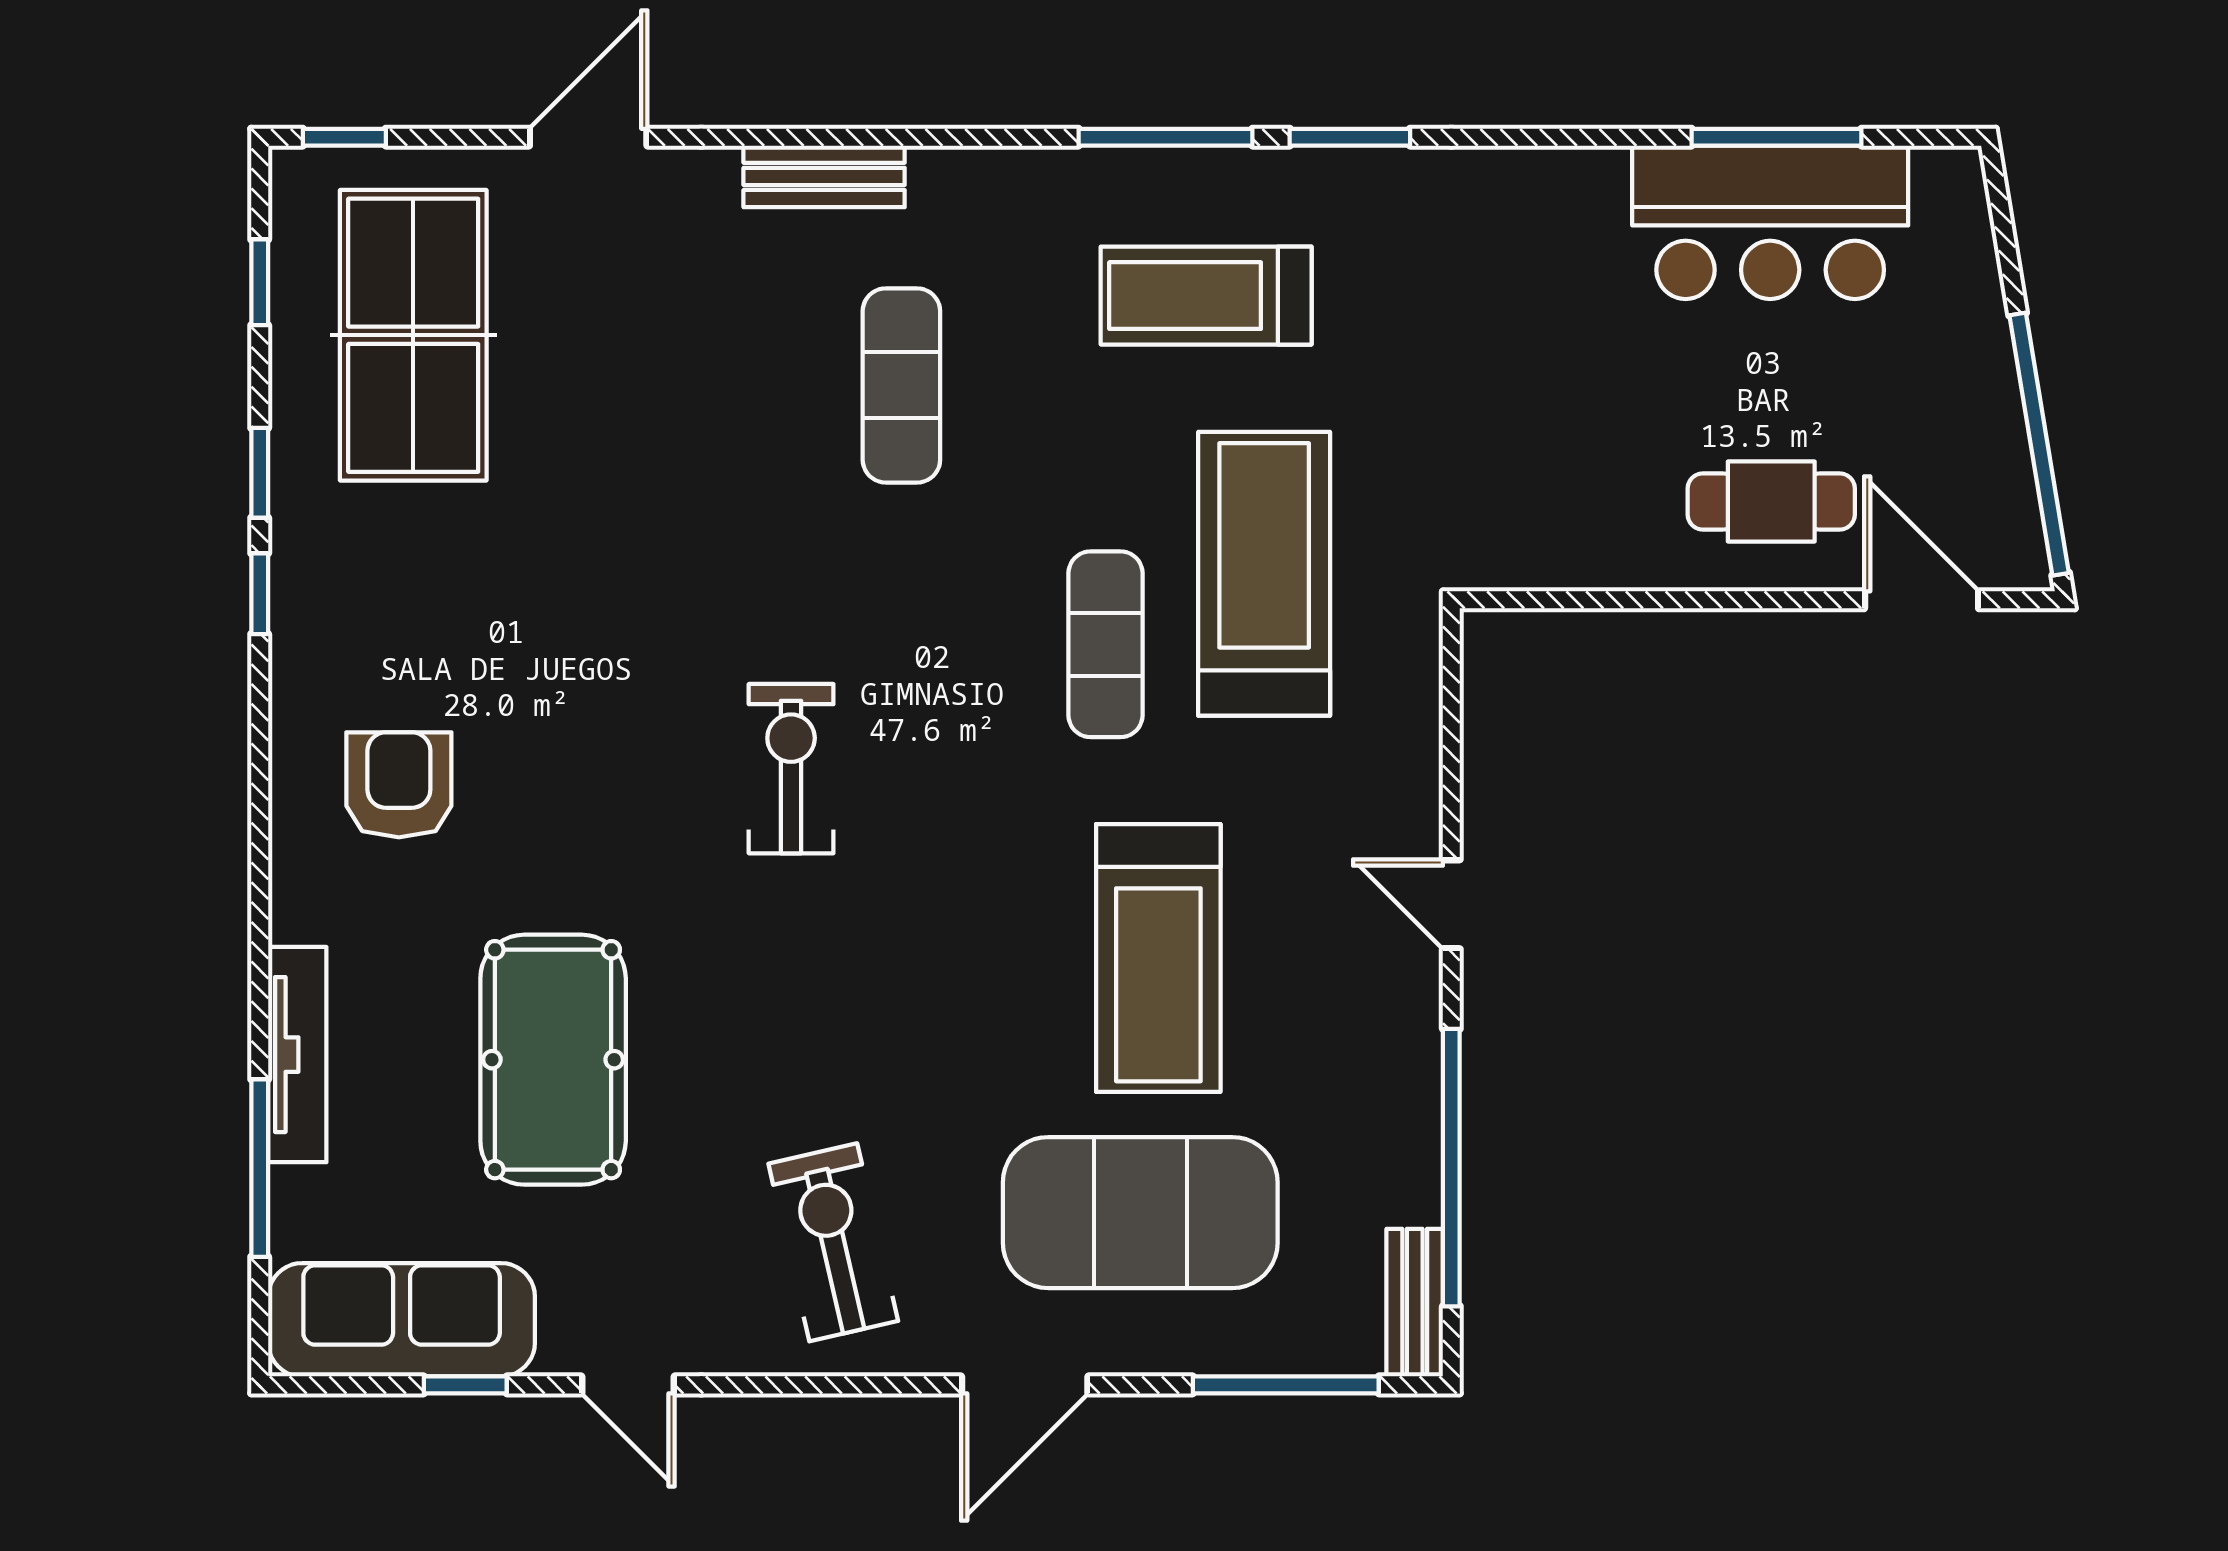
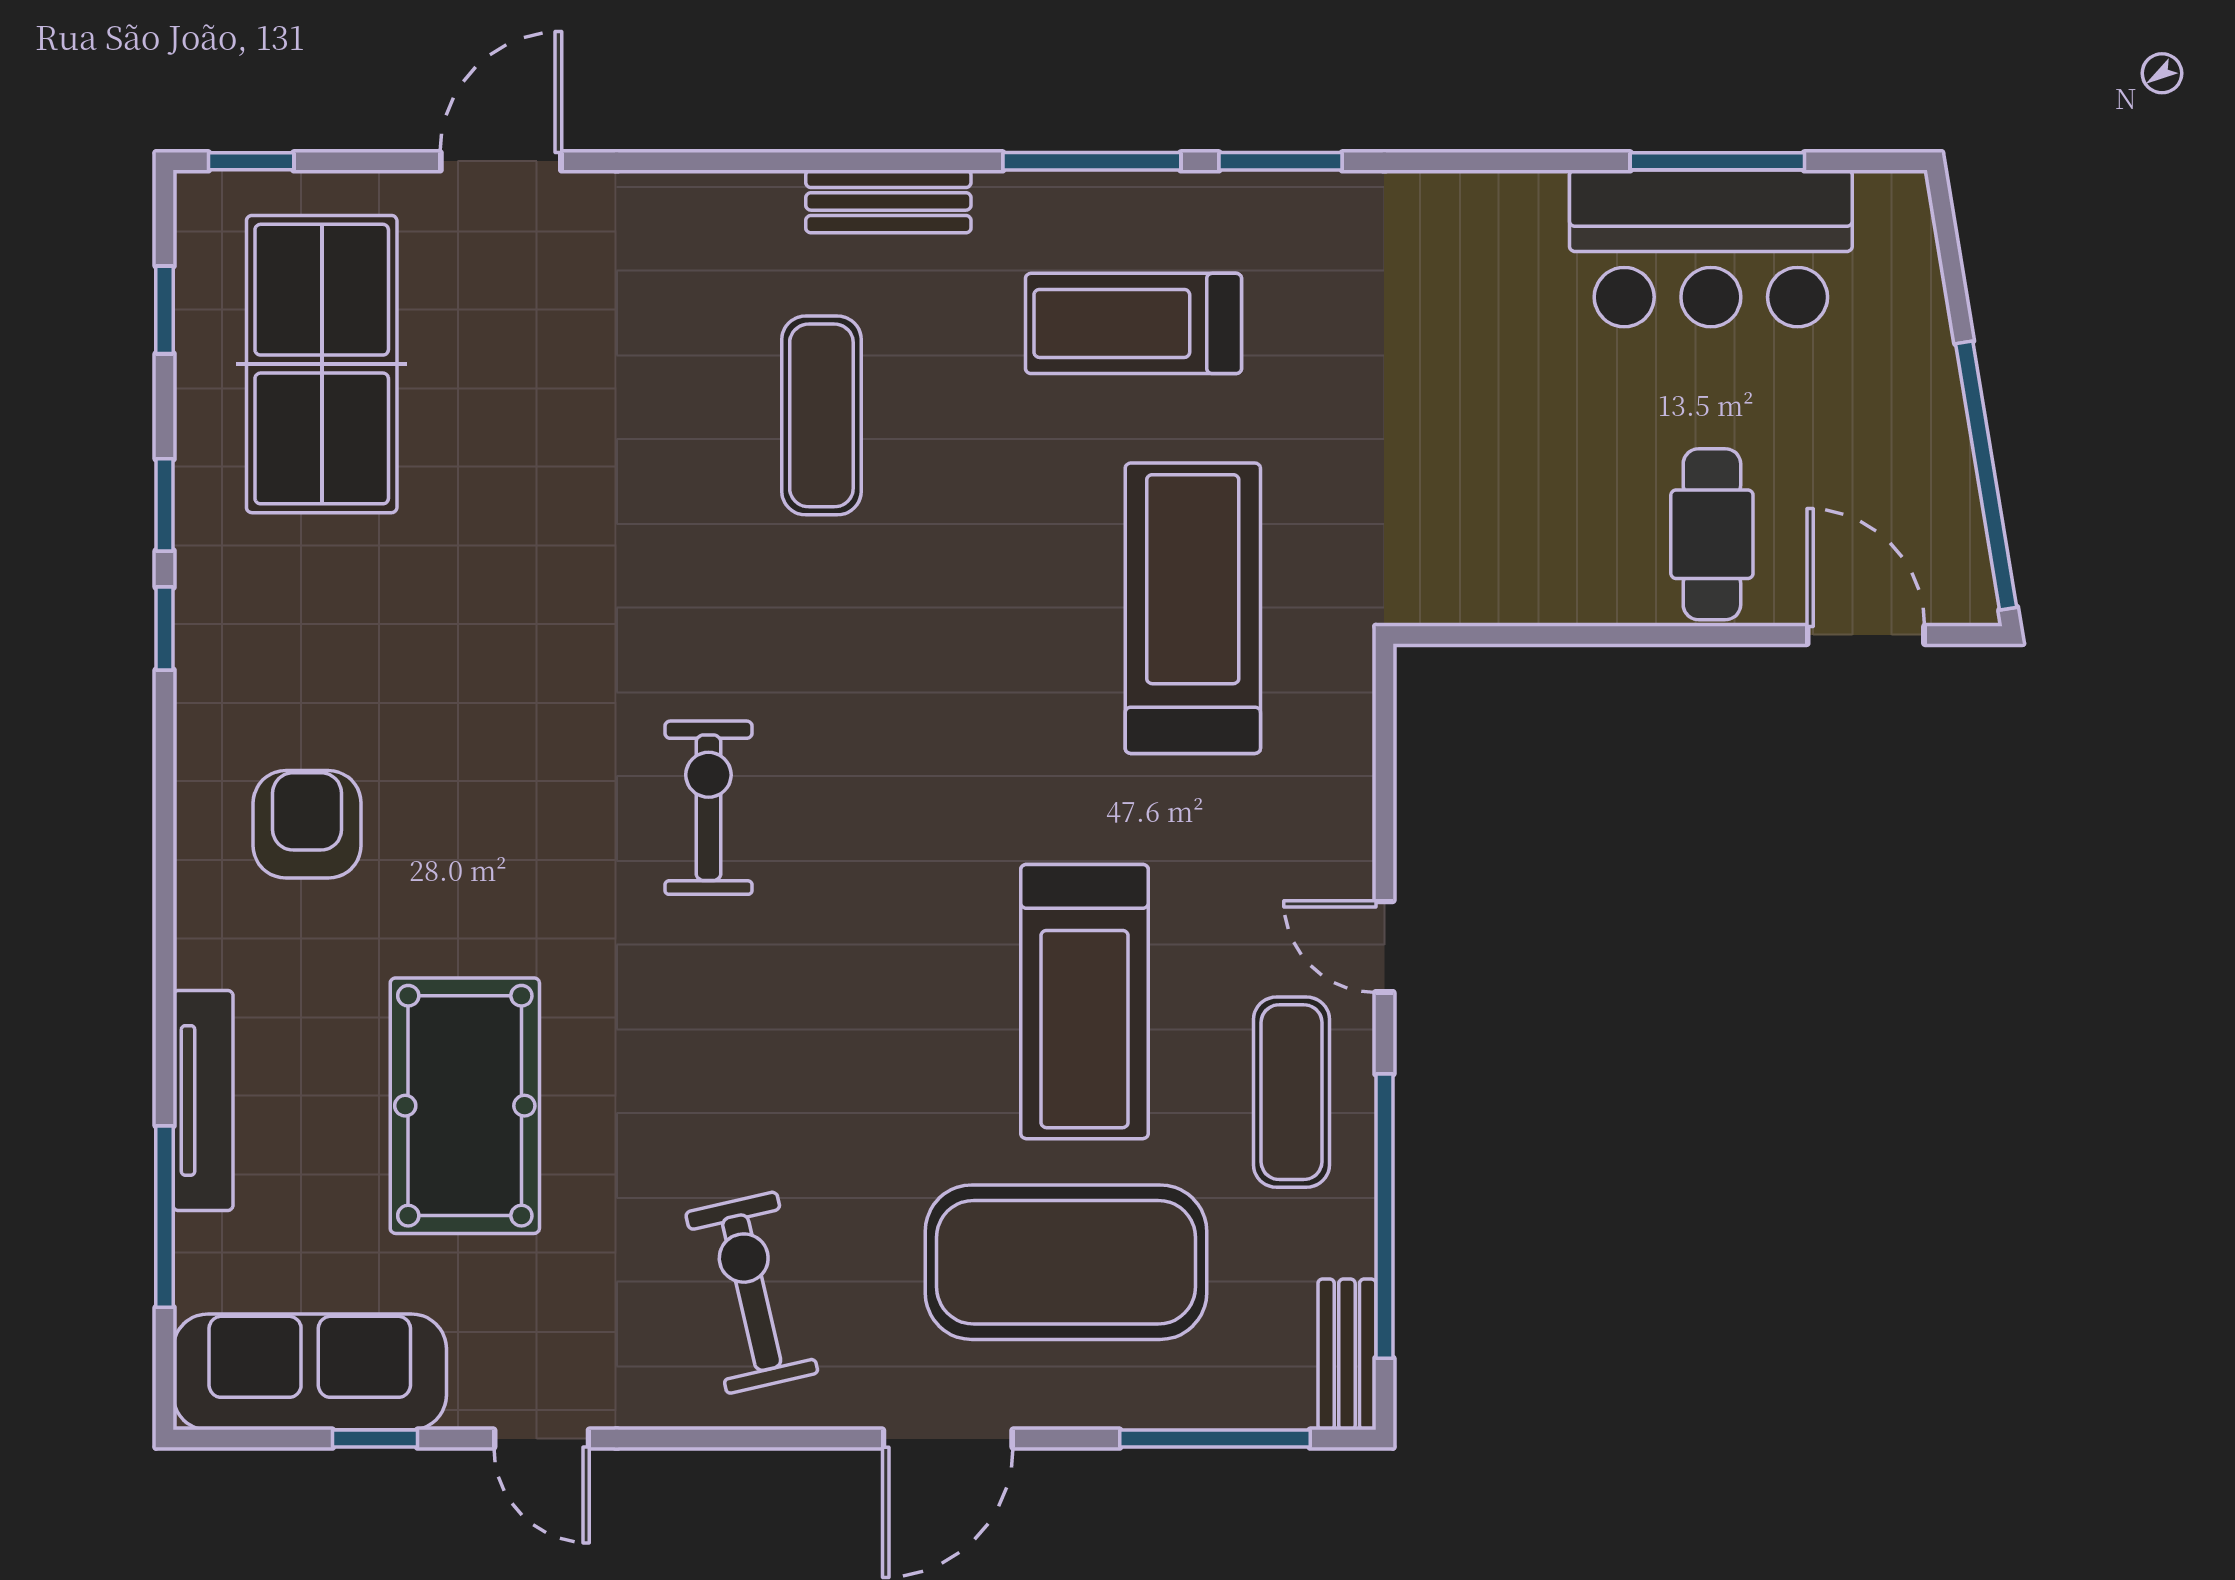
bench: (824, 176) -> (888, 201), moved
cafe table: (1771, 501) -> (1712, 534), turned 90
exercise mat: (1105, 644) -> (1291, 1092), moved

